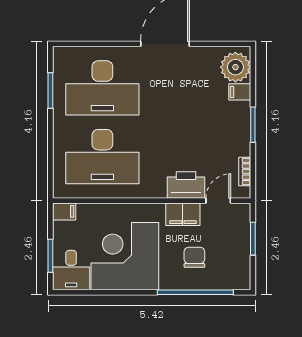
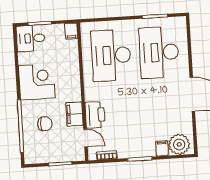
corner desk: (125, 256) -> (37, 82), width x0.74, depth x0.74

